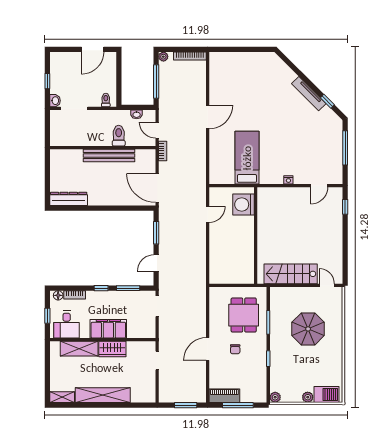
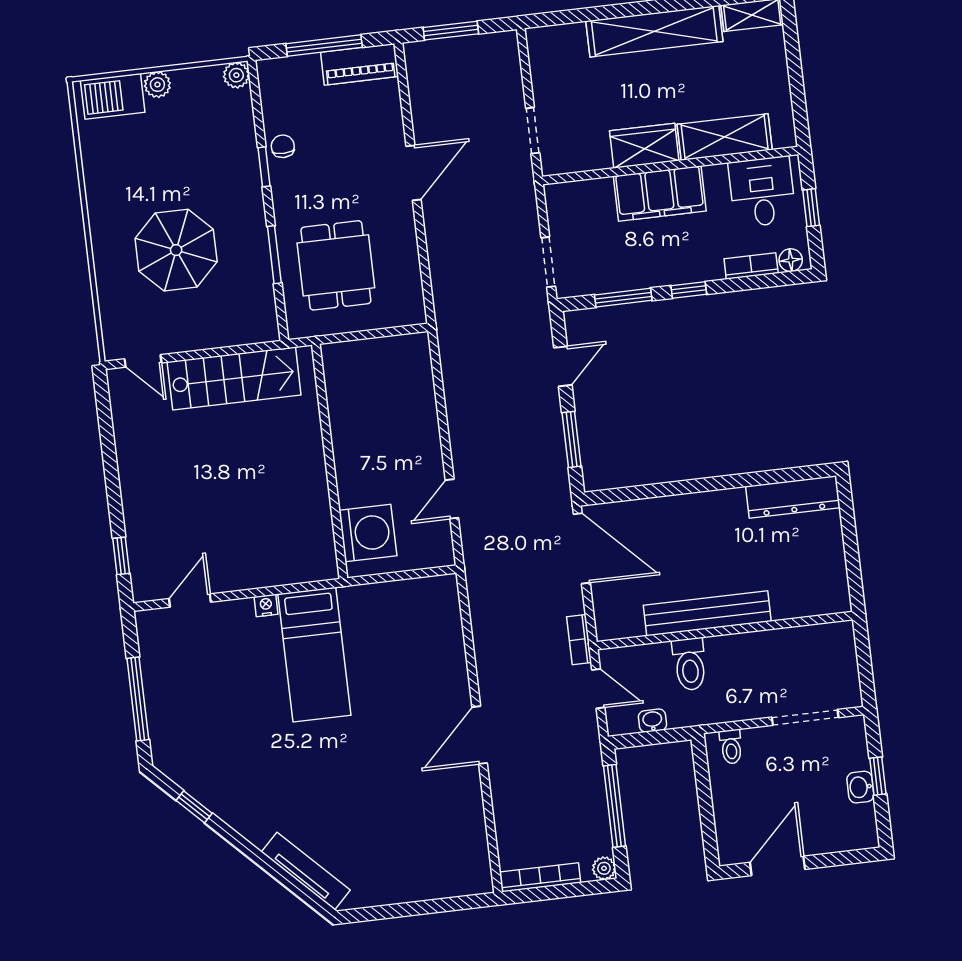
tv unit: (309, 94) -> (306, 871), moved
washbasin: (55, 101) -> (860, 787), moved
bed: (247, 158) -> (314, 655), moved
chair: (235, 349) -> (283, 146), moved

